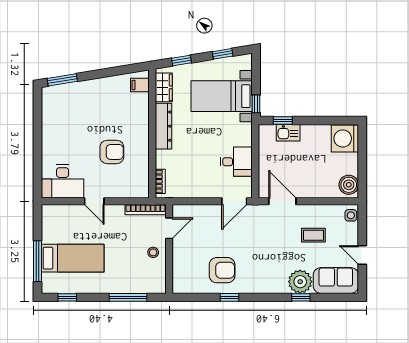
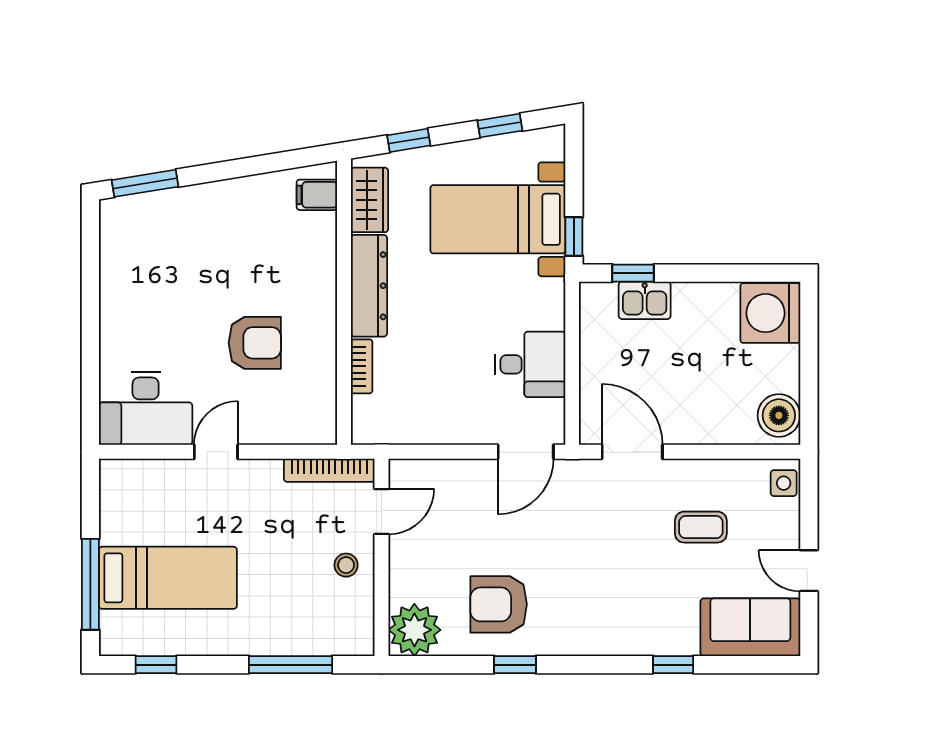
bookcase: (160, 181) -> (362, 366), moved
door: (94, 201) -> (216, 452), swing flipped
armchair: (222, 270) -> (499, 604), turned 180
plant: (300, 282) -> (414, 630), moved

